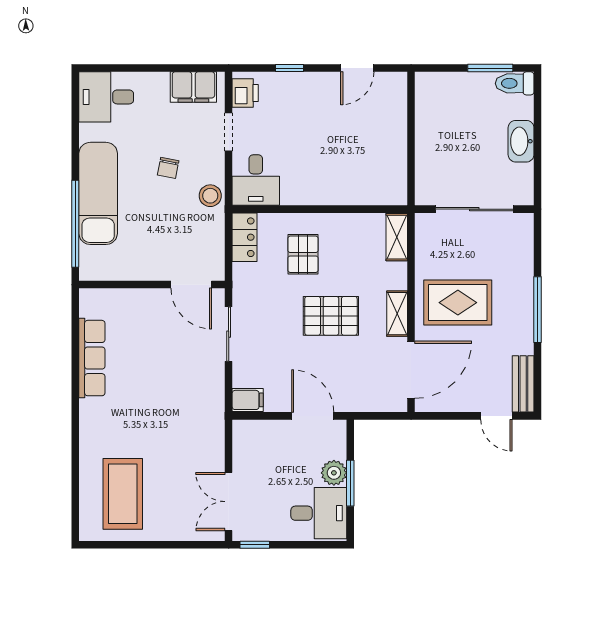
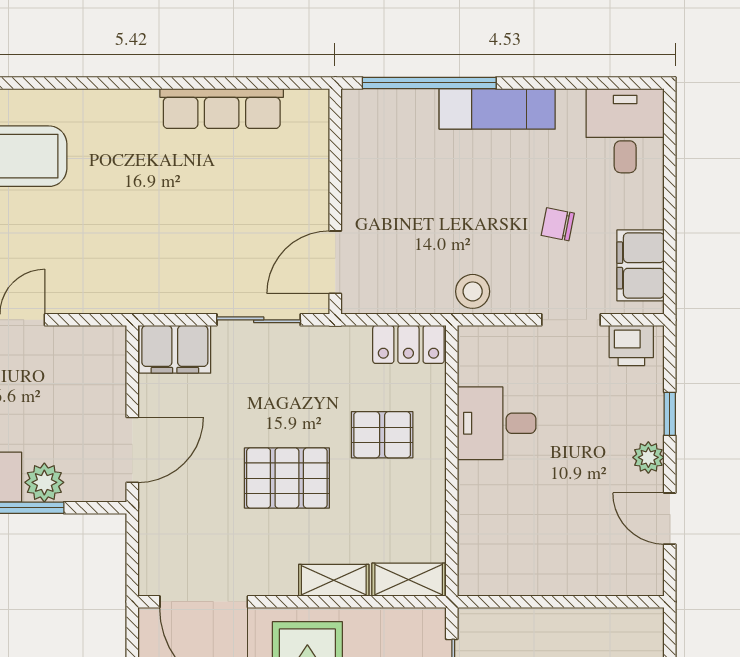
plant: (318, 82) -> (648, 457), added
chair: (168, 168) -> (558, 224), moved
desk: (256, 180) -> (497, 423), moved
exam couch: (98, 193) -> (497, 109), width x0.73, depth x0.69
shelving: (397, 314) -> (334, 580), moved
pallet: (331, 316) -> (287, 478), turned 90
filing cabinet: (248, 400) -> (175, 349), width x2.00

